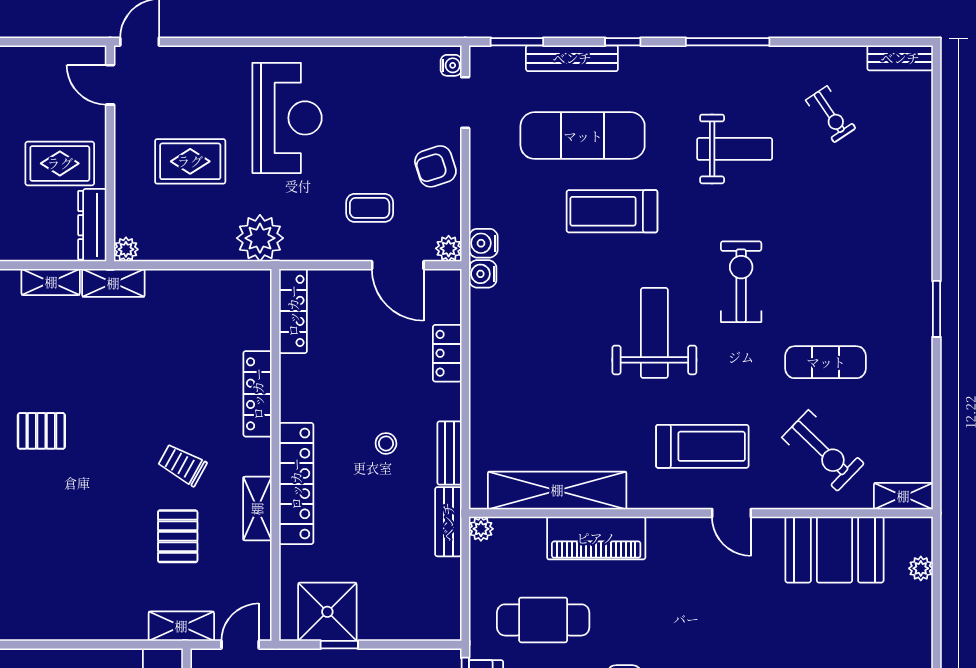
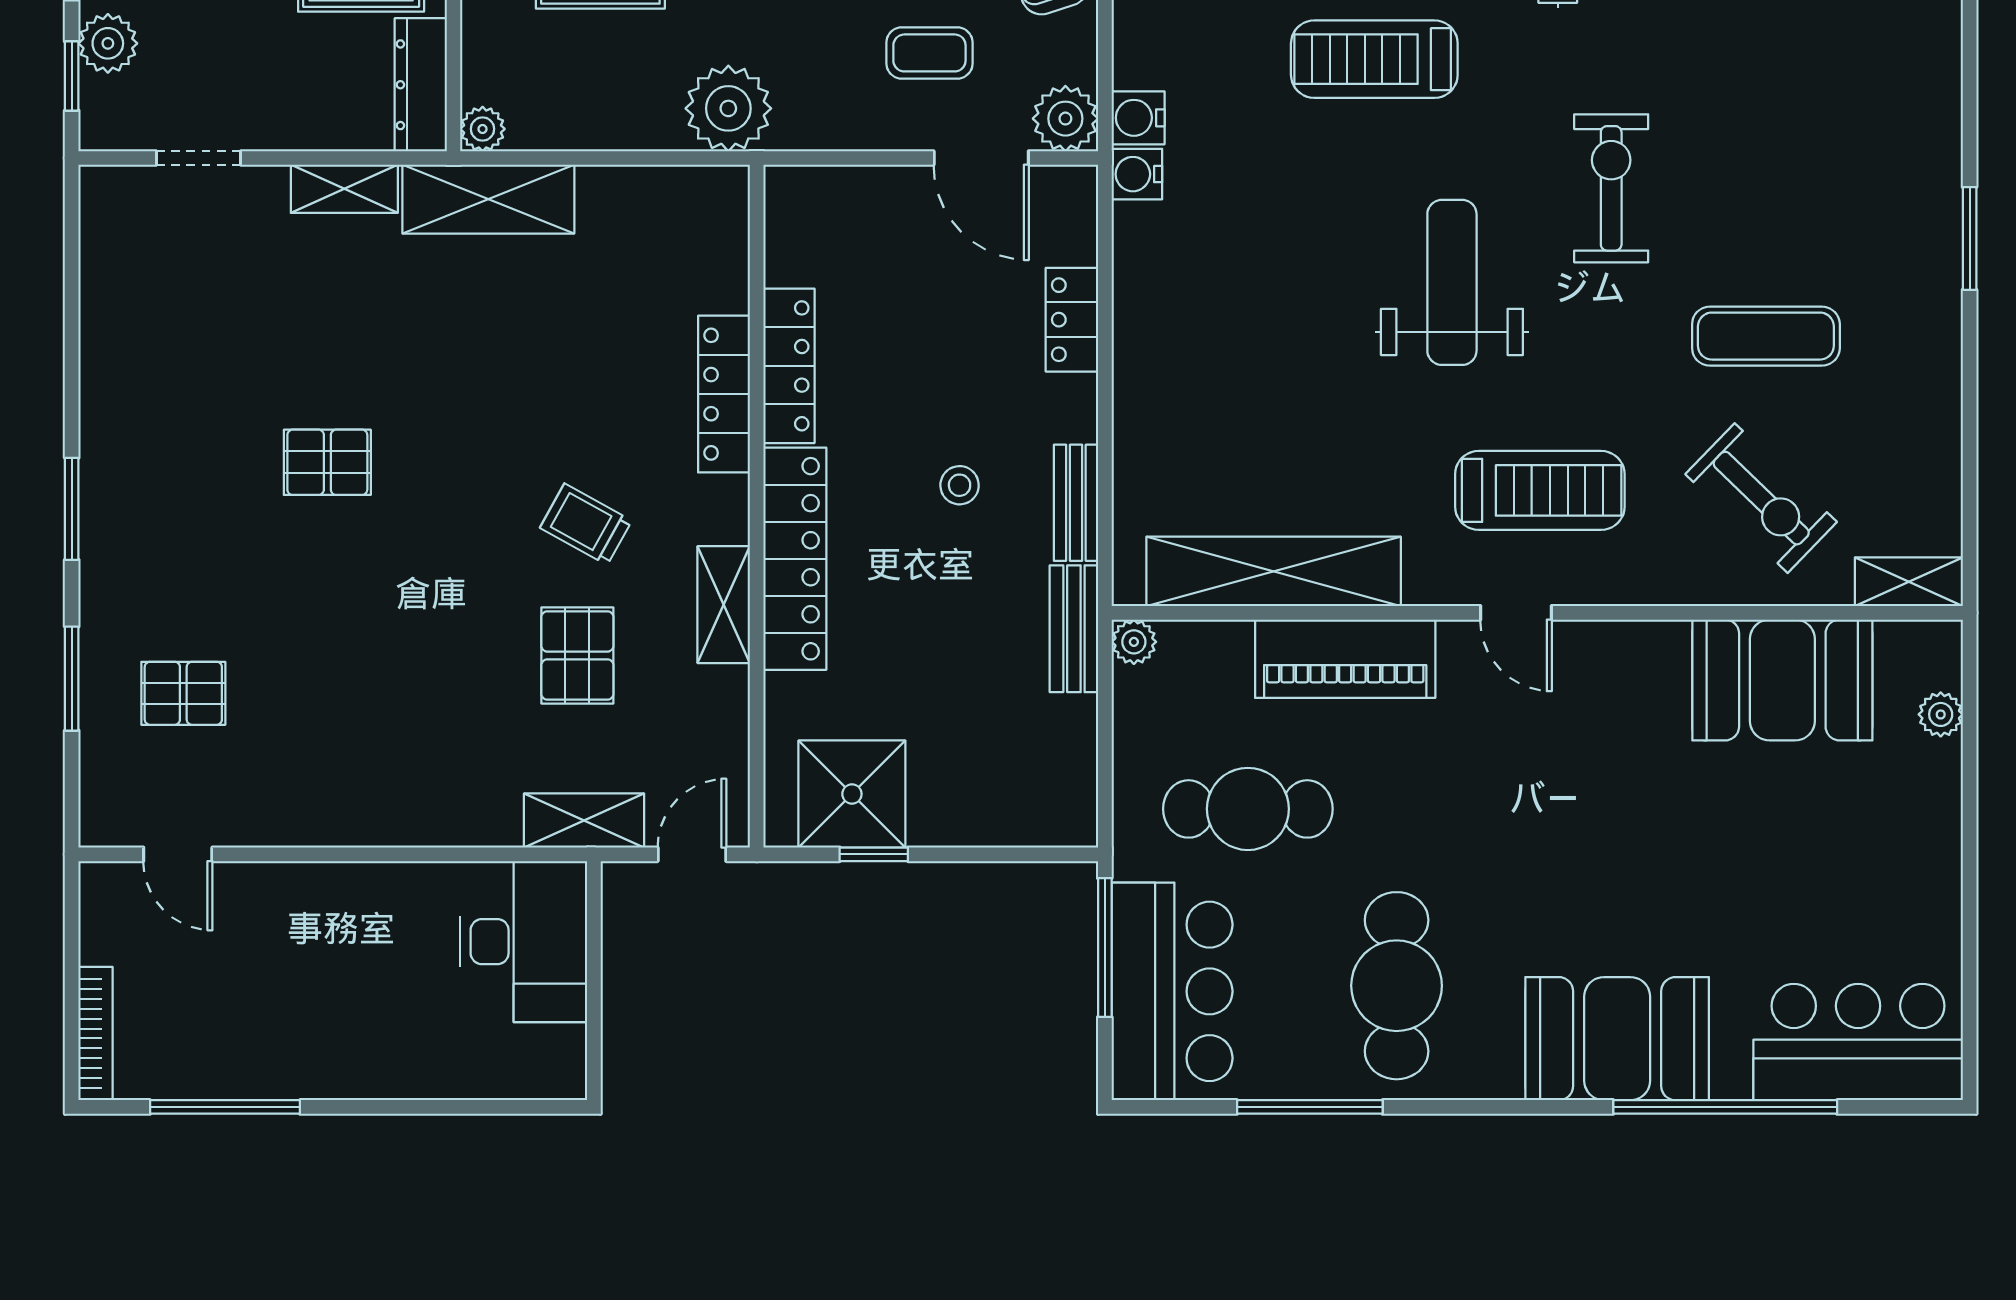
plant: (449, 248) -> (1065, 119), width x1.38, depth x1.38
shelving: (113, 283) -> (488, 199), width x1.50, depth x1.33
locker: (293, 311) -> (789, 366), moved
door: (731, 513) -> (1516, 613), moved

